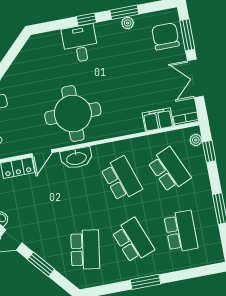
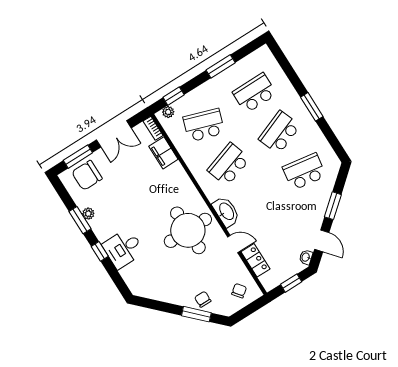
school desk: (169, 170) -> (204, 125), turned 42

